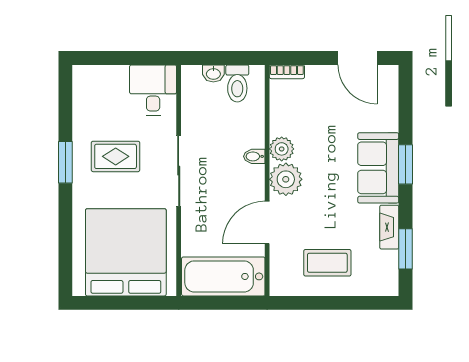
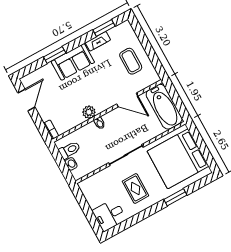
desk: (153, 90) -> (109, 215), moved
window: (65, 162) -> (175, 197), moved
window: (405, 164) -> (55, 55), moved
plant: (286, 179) -> (102, 102), removed

